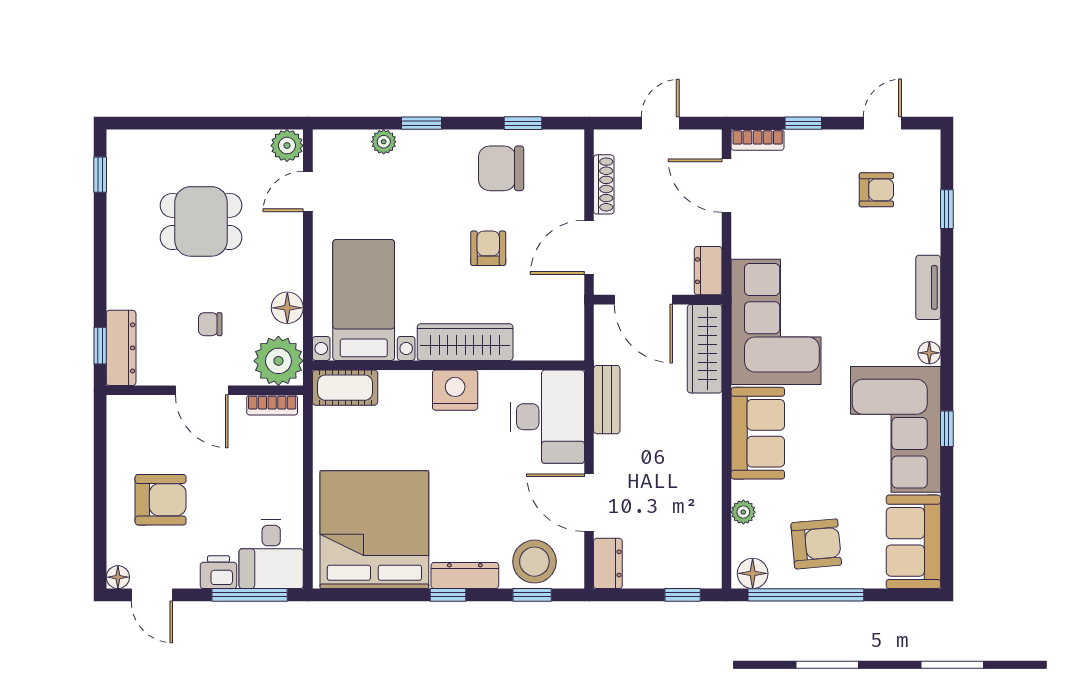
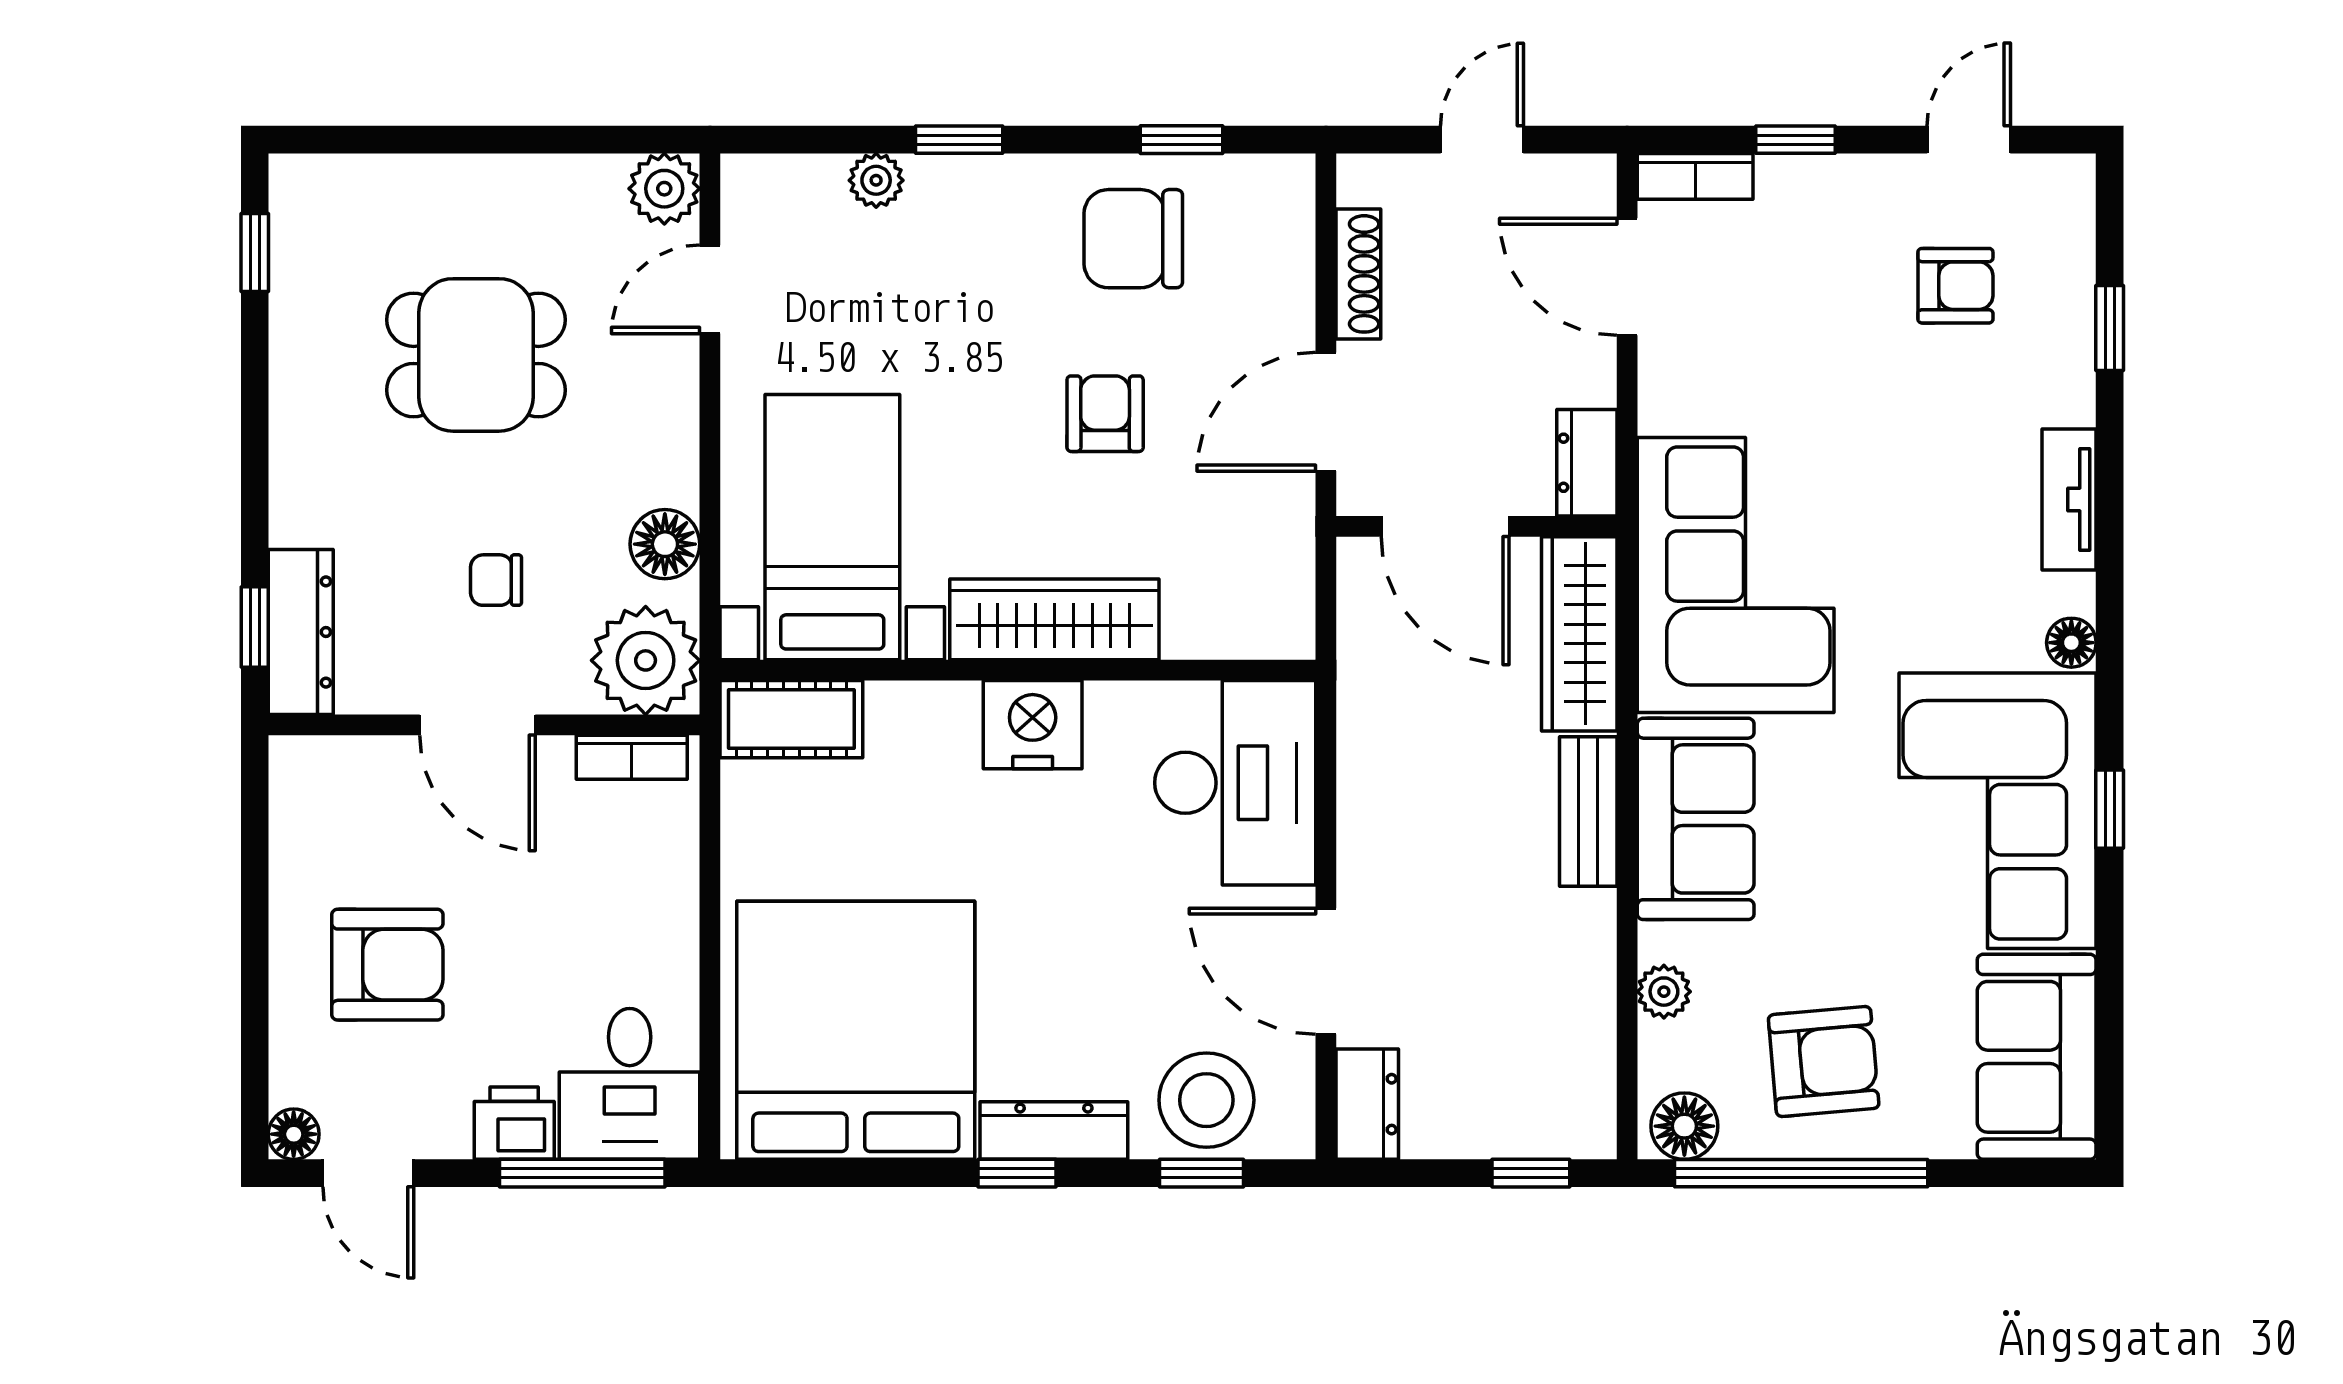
bench: (607, 400) -> (1588, 812), moved

